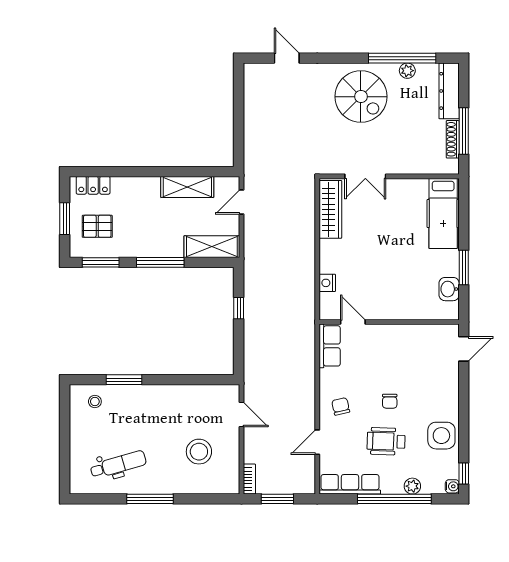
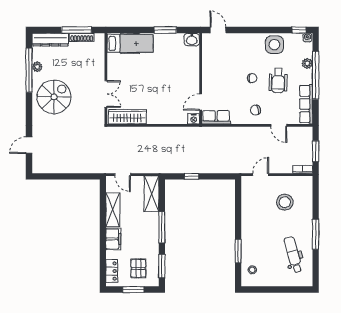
filing cabinet: (142, 188) -> (113, 239), added
nightstand: (327, 283) -> (194, 119), moved
washbasin: (449, 289) -> (192, 40), moved

